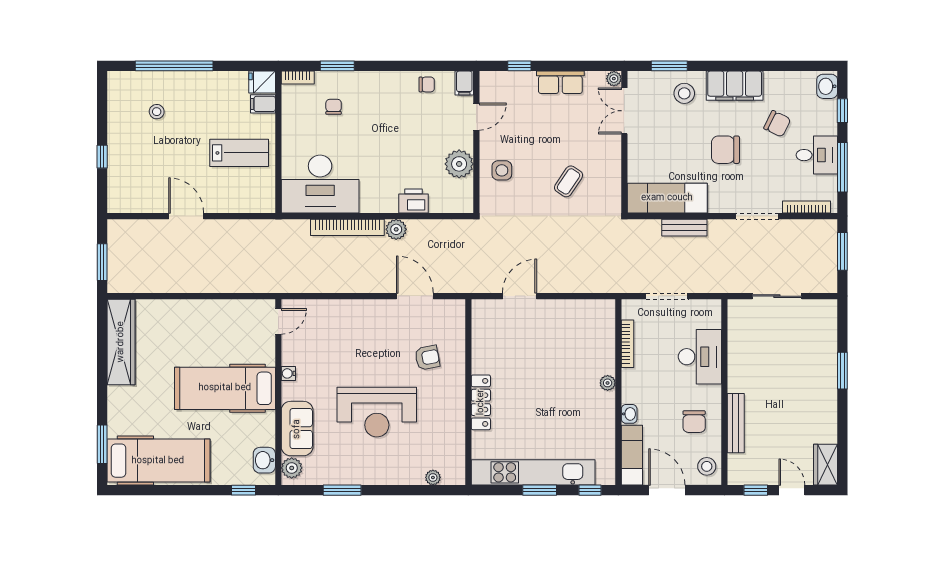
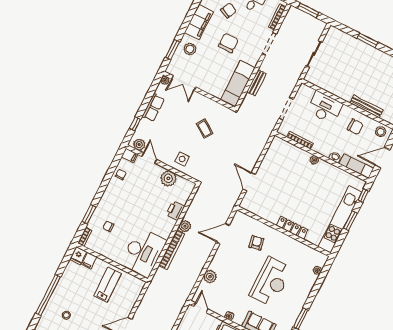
plant: (490, 90) -> (139, 145), added
chair: (725, 150) -> (228, 43), turned 180
plant: (336, 311) -> (210, 277), added

